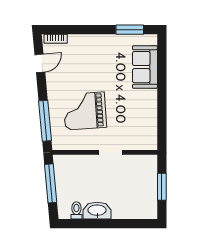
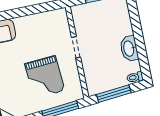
toilet: (76, 210) -> (135, 77), moved

